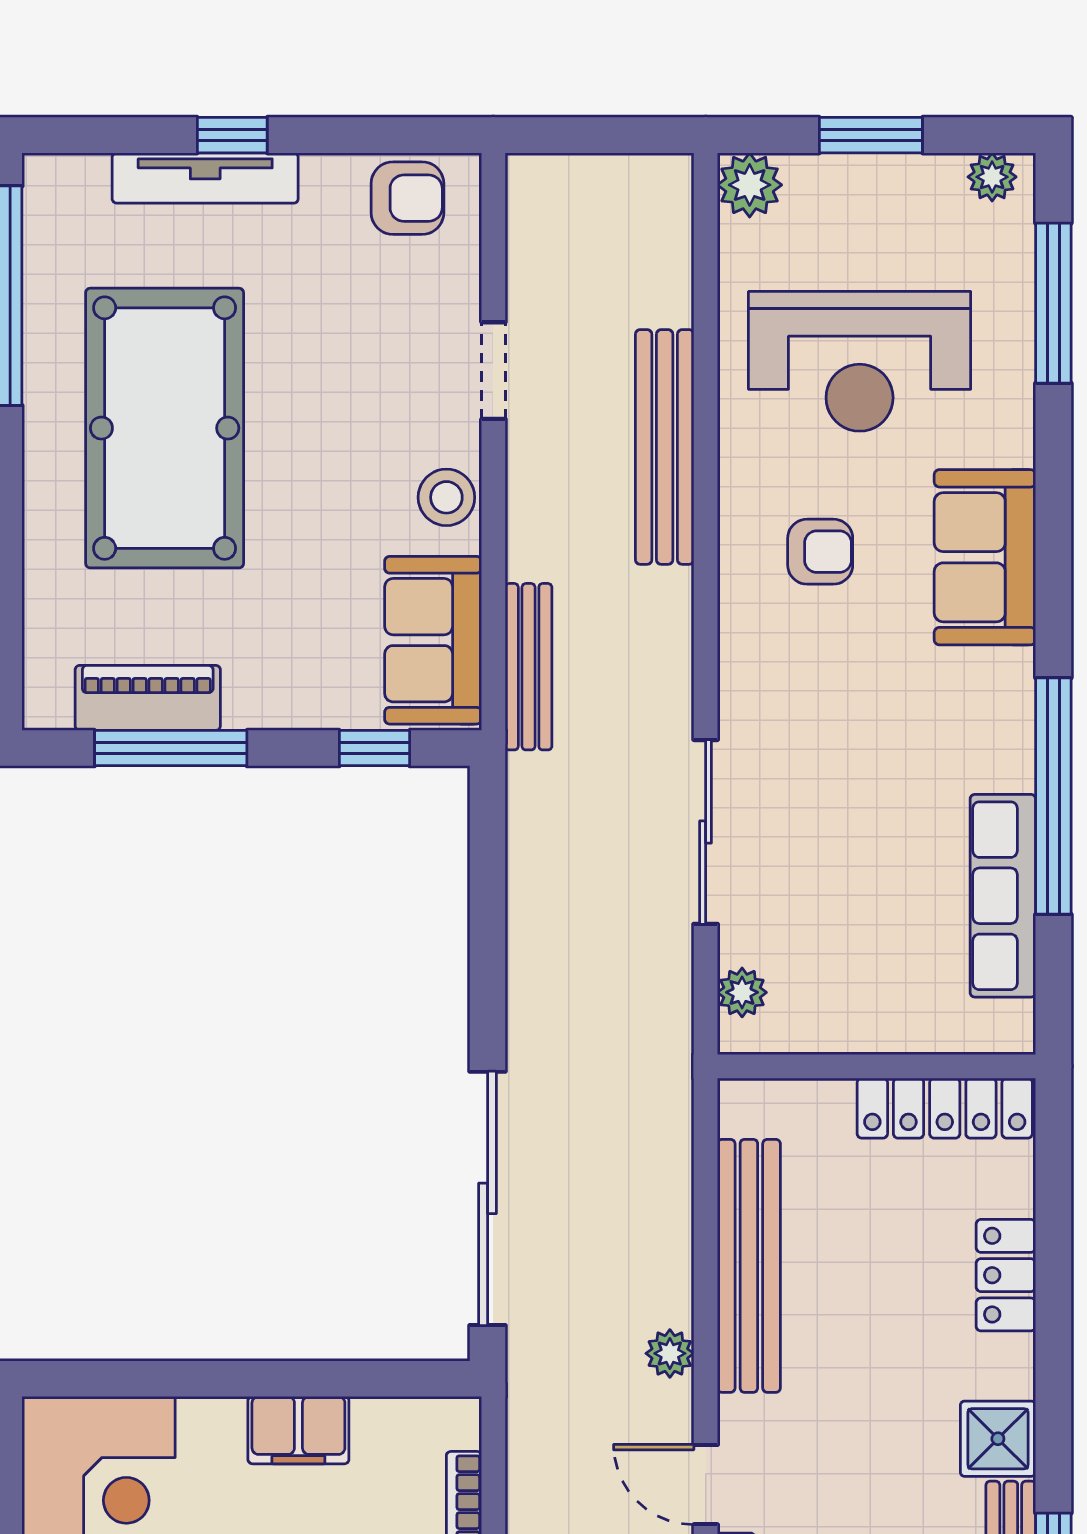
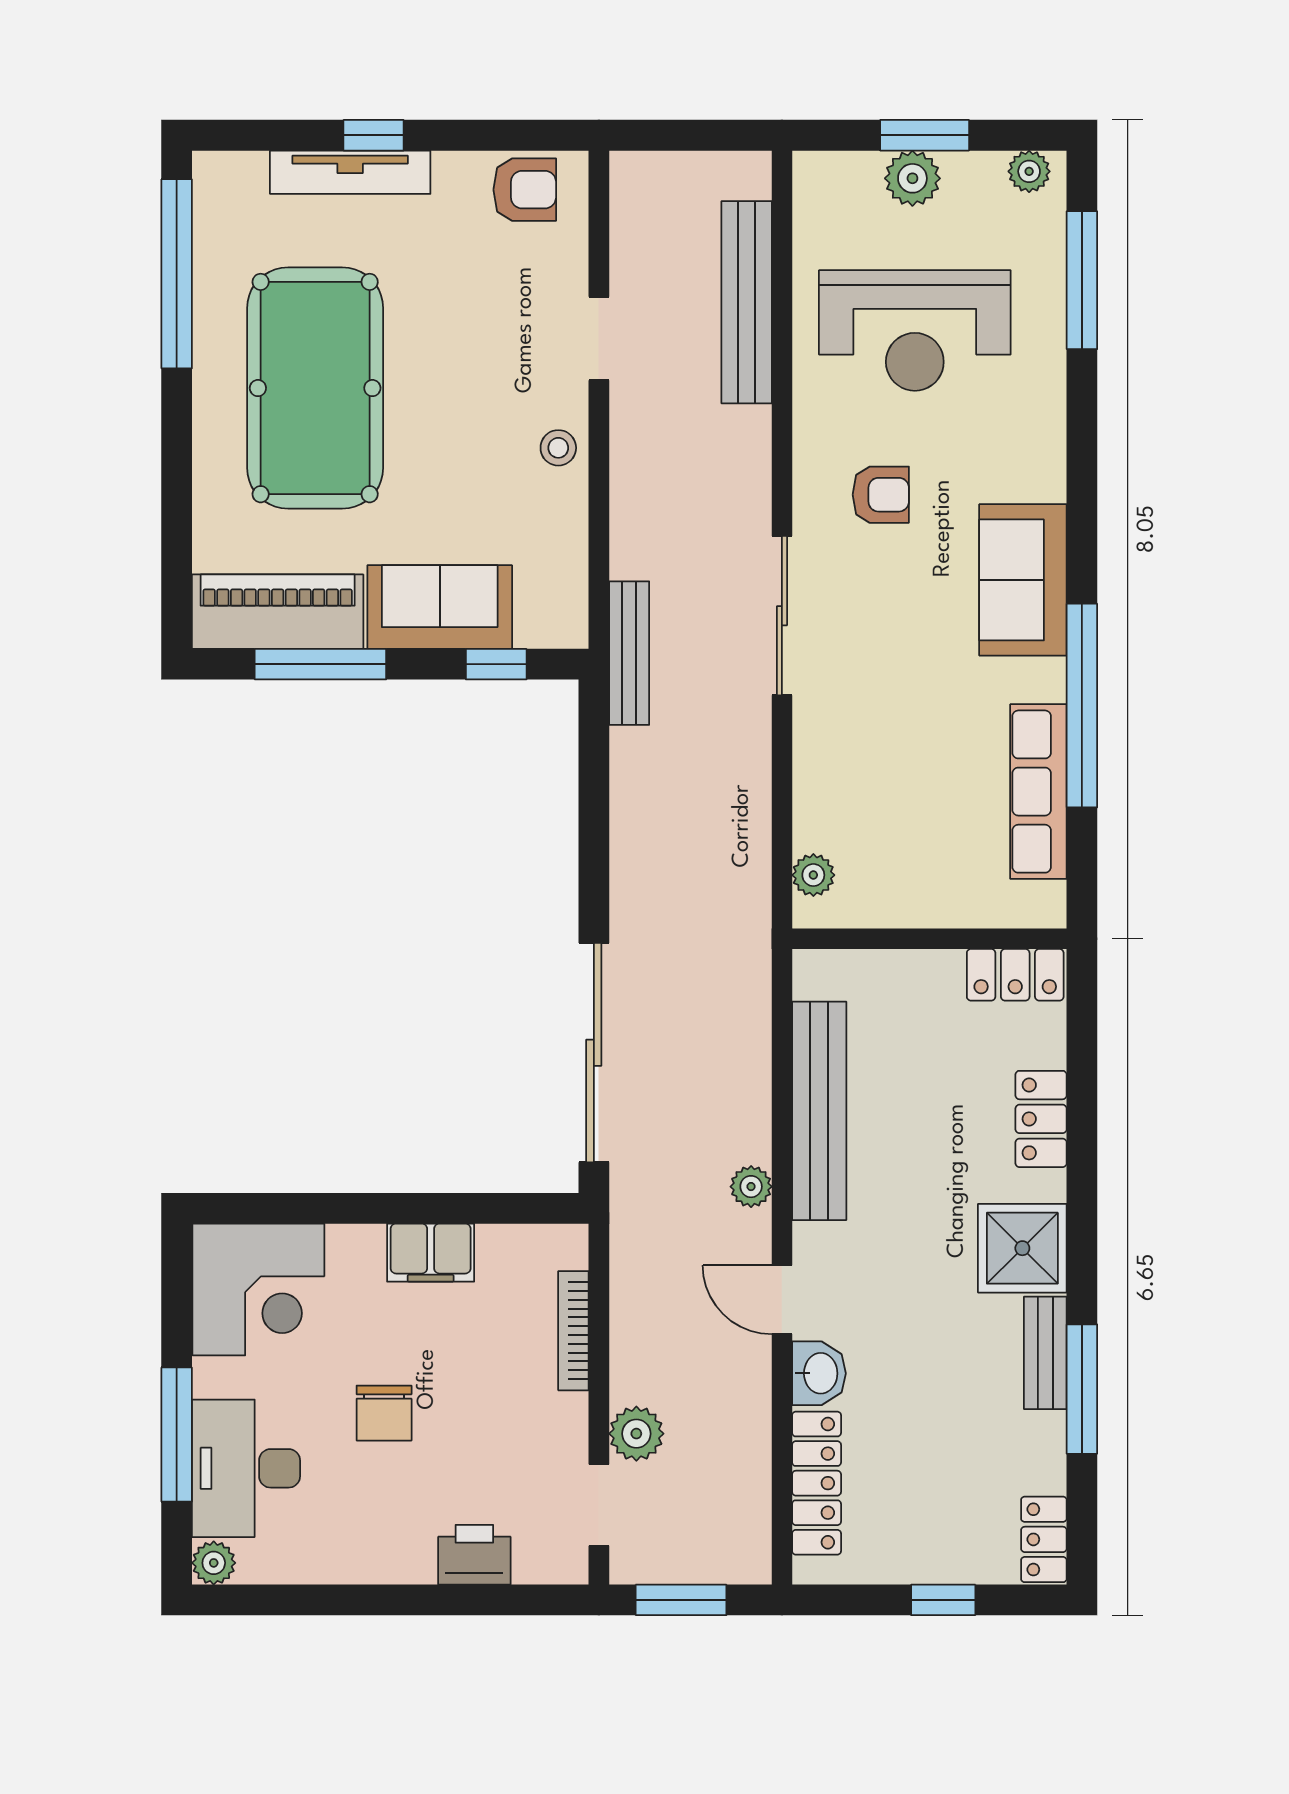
plant: (750, 185) -> (912, 178), moved
bench: (665, 447) -> (747, 302), moved
stool: (446, 497) -> (558, 448), width x0.73, depth x0.73
sofa: (985, 557) -> (1023, 580), moved
sofa: (433, 640) -> (440, 607), moved, turned 90
bench: (529, 667) -> (629, 653), moved
piano: (148, 698) -> (278, 612), width x1.37, depth x1.33
sliding door: (706, 832) -> (782, 616), moved
locker: (945, 1108) -> (1015, 975), width x0.66
shower: (998, 1439) -> (1022, 1248), width x1.36, depth x1.36

